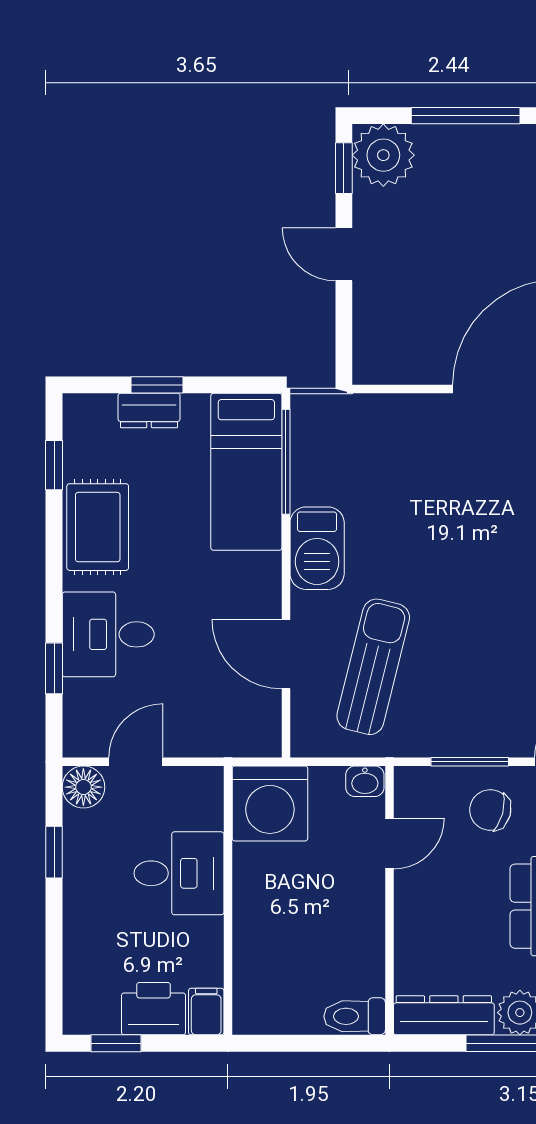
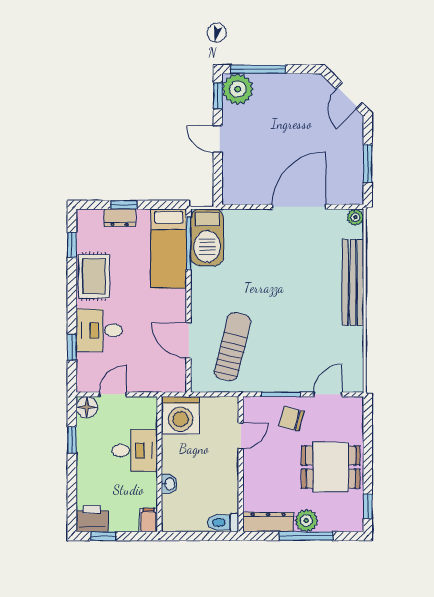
window: (466, 116) -> (258, 69), moved
barbecue: (317, 548) -> (207, 237), moved, width x1.37, depth x1.21
washbasin: (365, 781) -> (169, 484), moved, turned -90
printer: (153, 1009) -> (92, 519), moved

